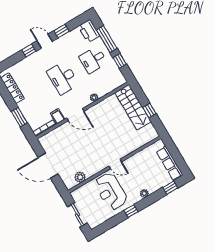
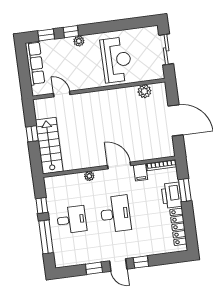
printer: (89, 31) -> (171, 195), moved, turned 180
door: (115, 164) -> (62, 94), moved
window: (131, 211) -> (71, 32), moved

